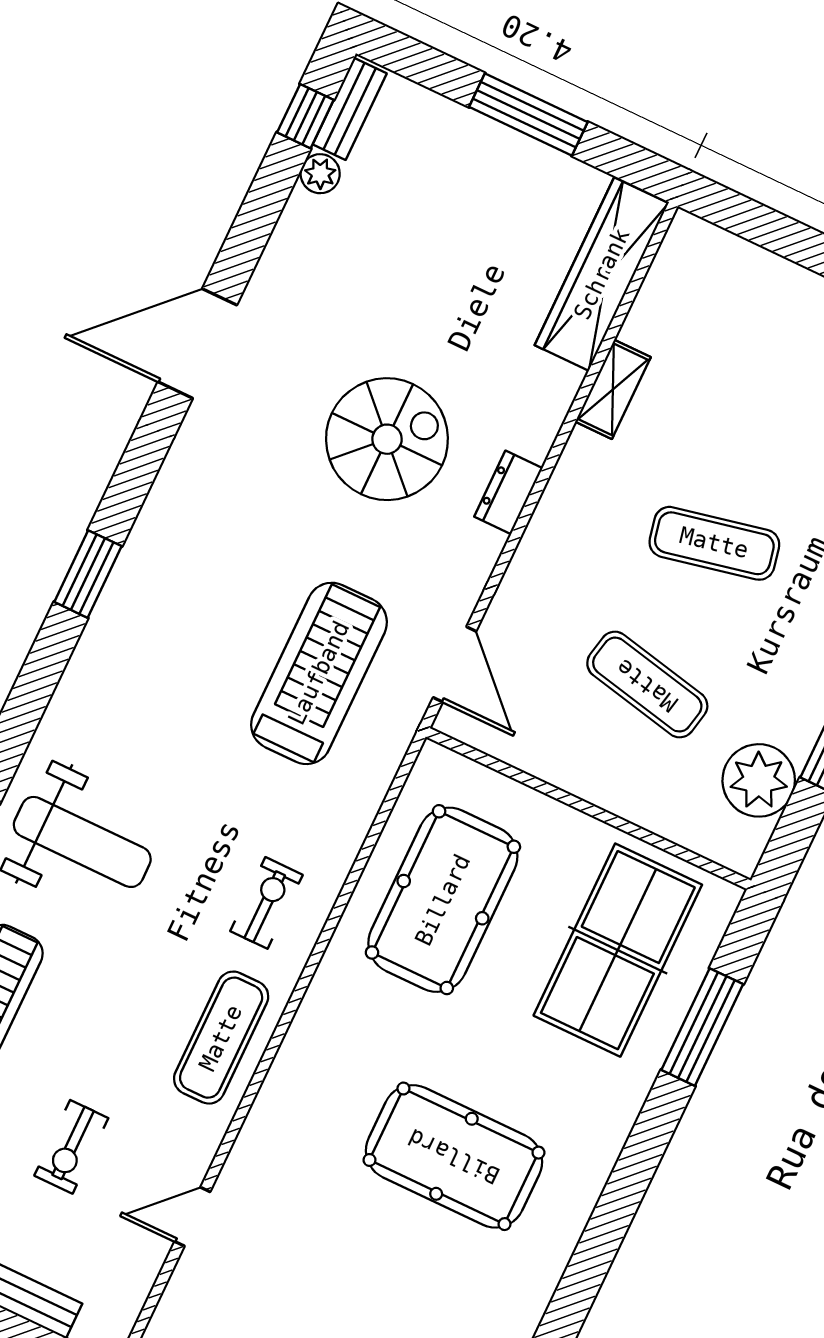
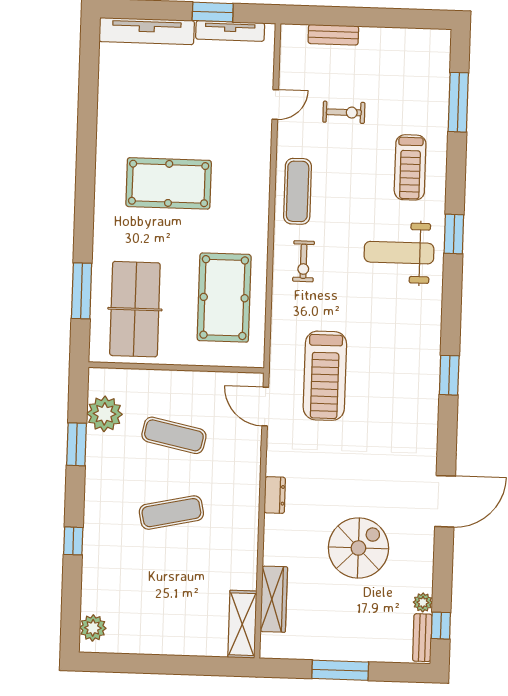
wardrobe: (602, 274) -> (274, 599), width x0.71, depth x0.85
shelving: (613, 389) -> (242, 624), moved, width x1.50, depth x1.33
spiral stairs: (387, 439) -> (358, 548), moved, turned 180
exercise bike: (71, 1147) -> (344, 112), turned 90

